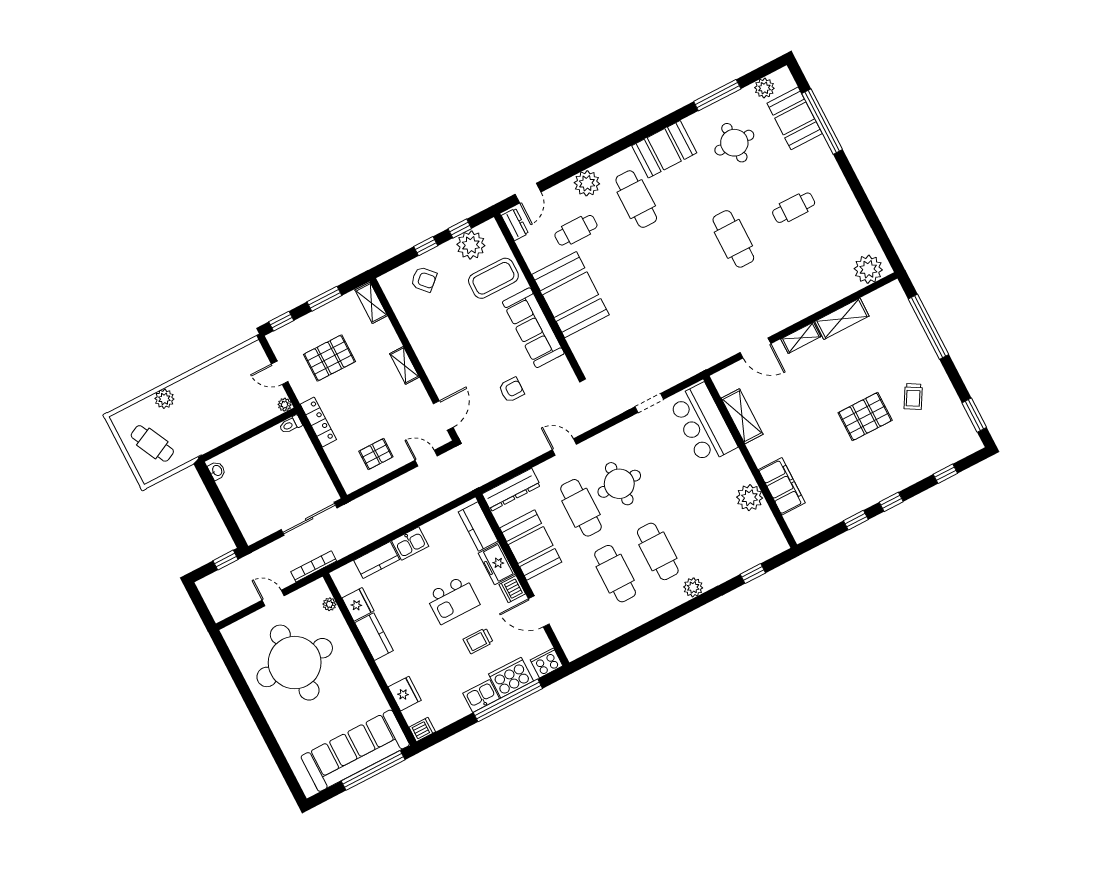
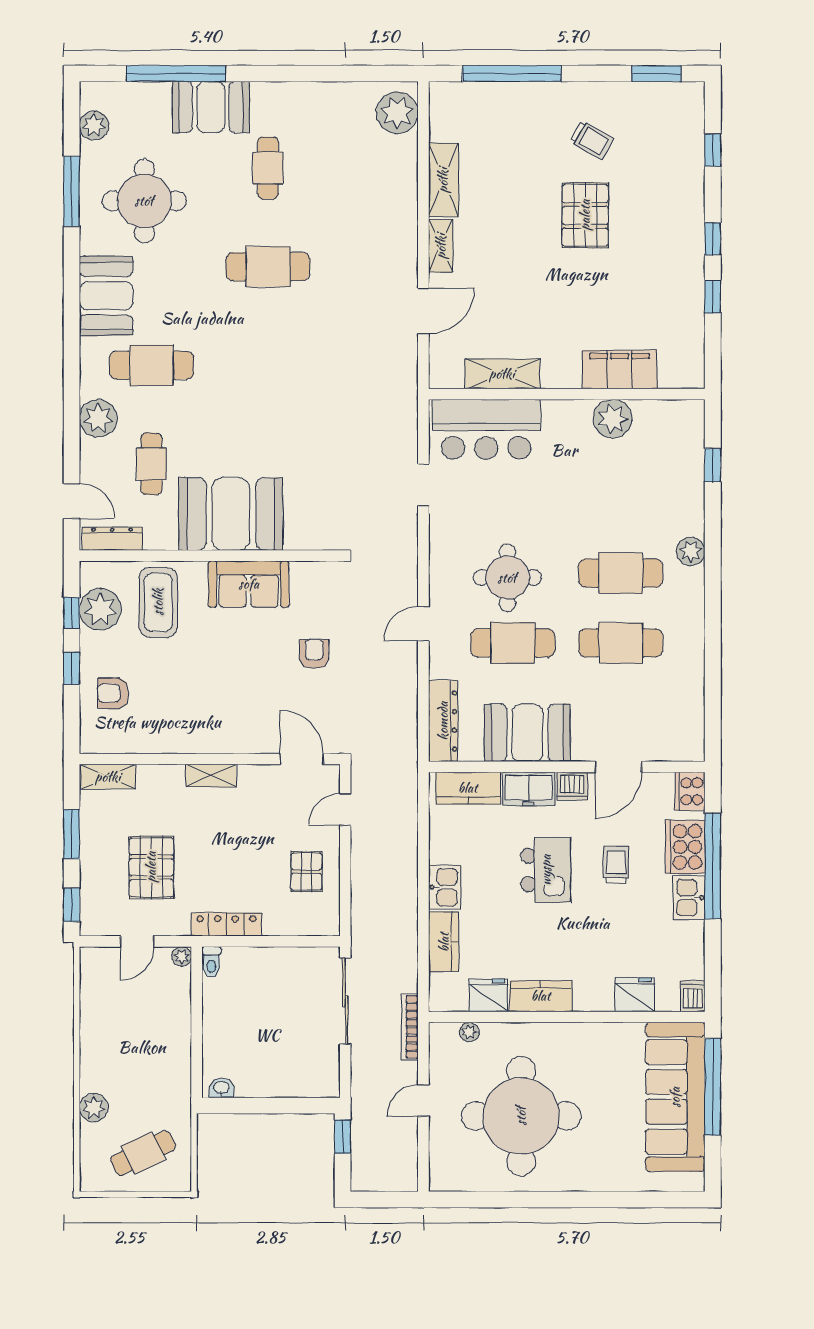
booth: (795, 118) -> (211, 107), moved
round table: (734, 143) -> (144, 201), width x1.36, depth x1.36
dresser: (515, 224) -> (112, 539), width x1.44
armchair: (424, 279) -> (113, 693), turned -137
sofa: (533, 328) -> (249, 584), width x0.73
trolley: (478, 641) -> (616, 865), turned 180

